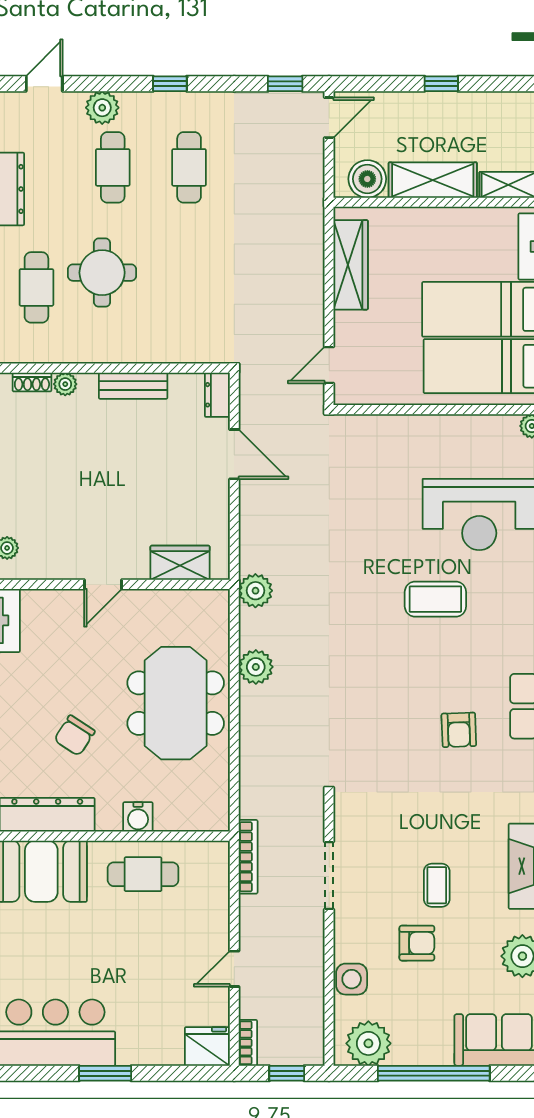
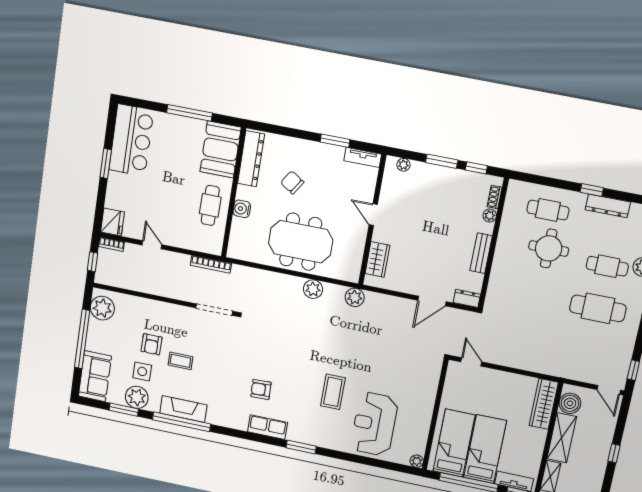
cafe table: (189, 167) -> (598, 308), width x1.37, depth x1.35
wardrobe: (351, 265) -> (544, 404), moved, turned 90
doorway: (329, 876) -> (214, 310), moved
side table: (352, 979) -> (142, 371), moved

